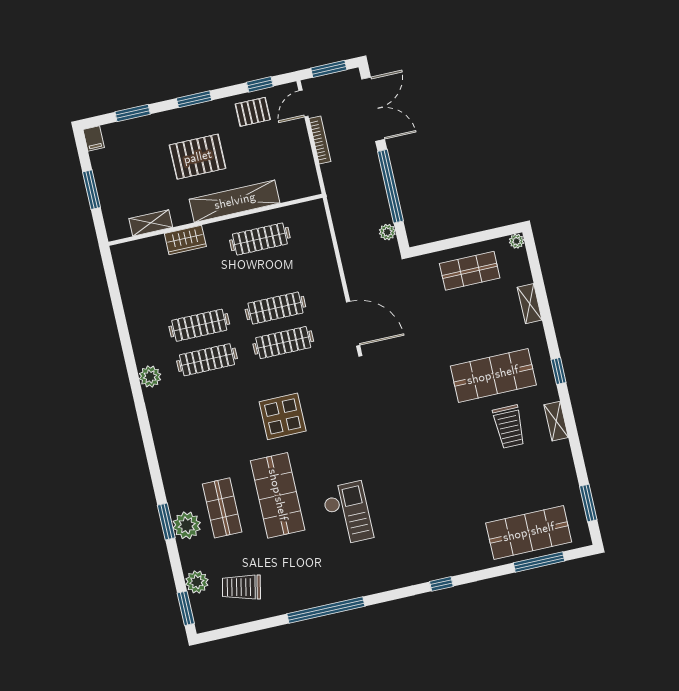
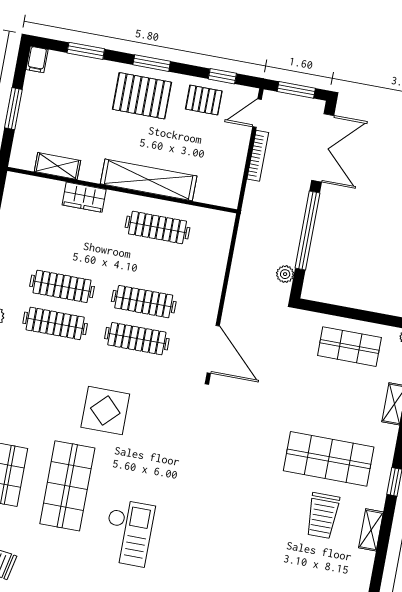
pallet: (198, 157) -> (142, 96), moved

